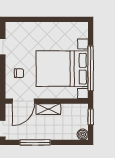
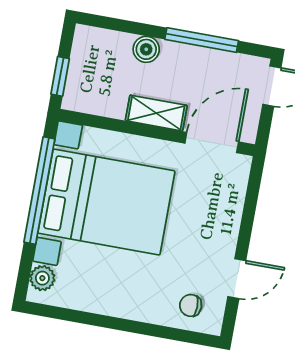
plant: (83, 33) -> (42, 278), added
chair: (19, 73) -> (191, 305), moved
boiler: (83, 135) -> (146, 49), moved

